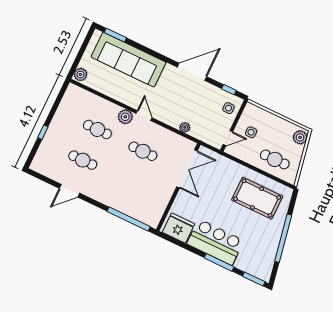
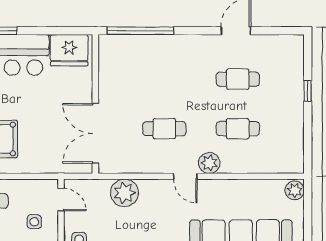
plant: (185, 127) -> (124, 193), width x1.88, depth x1.88
door: (228, 138) -> (61, 200), swing flipped

